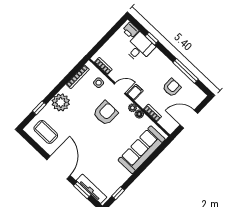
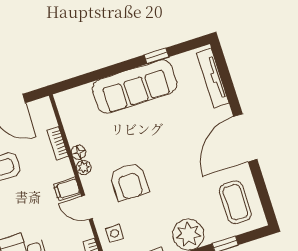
armchair: (105, 113) -> (129, 182), turned -90
sofa: (142, 150) -> (135, 87), moved
window: (82, 190) -> (228, 84), removed
window: (118, 193) -> (157, 56), moved

